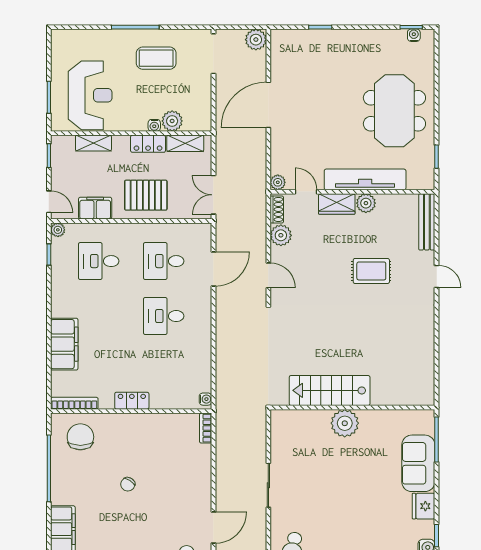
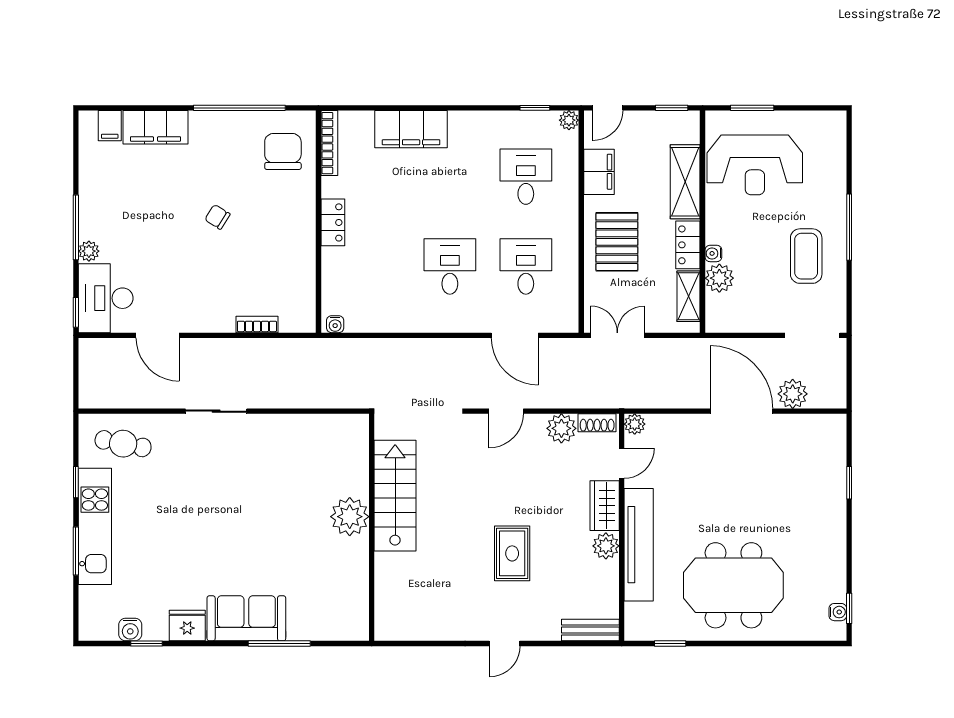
plant: (256, 40) -> (793, 394), moved
shelving: (93, 143) -> (685, 182), width x1.50, depth x1.33
bench: (427, 222) -> (590, 630), width x0.73
stairs: (330, 390) -> (395, 496), moved
wall: (352, 407) -> (372, 527), moved
plant: (345, 423) -> (350, 517), moved
bookcase: (206, 428) -> (257, 324), moved
chair: (80, 437) -> (283, 151), turned -90

